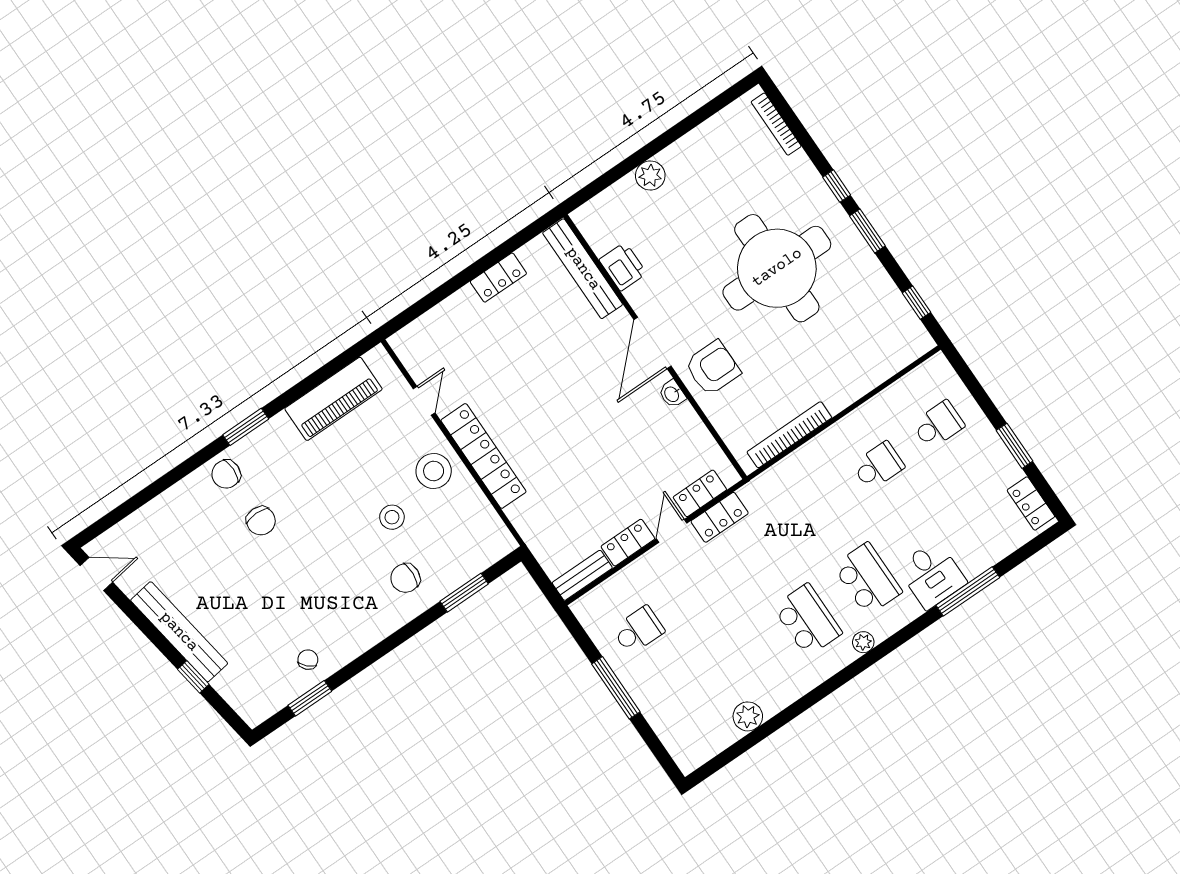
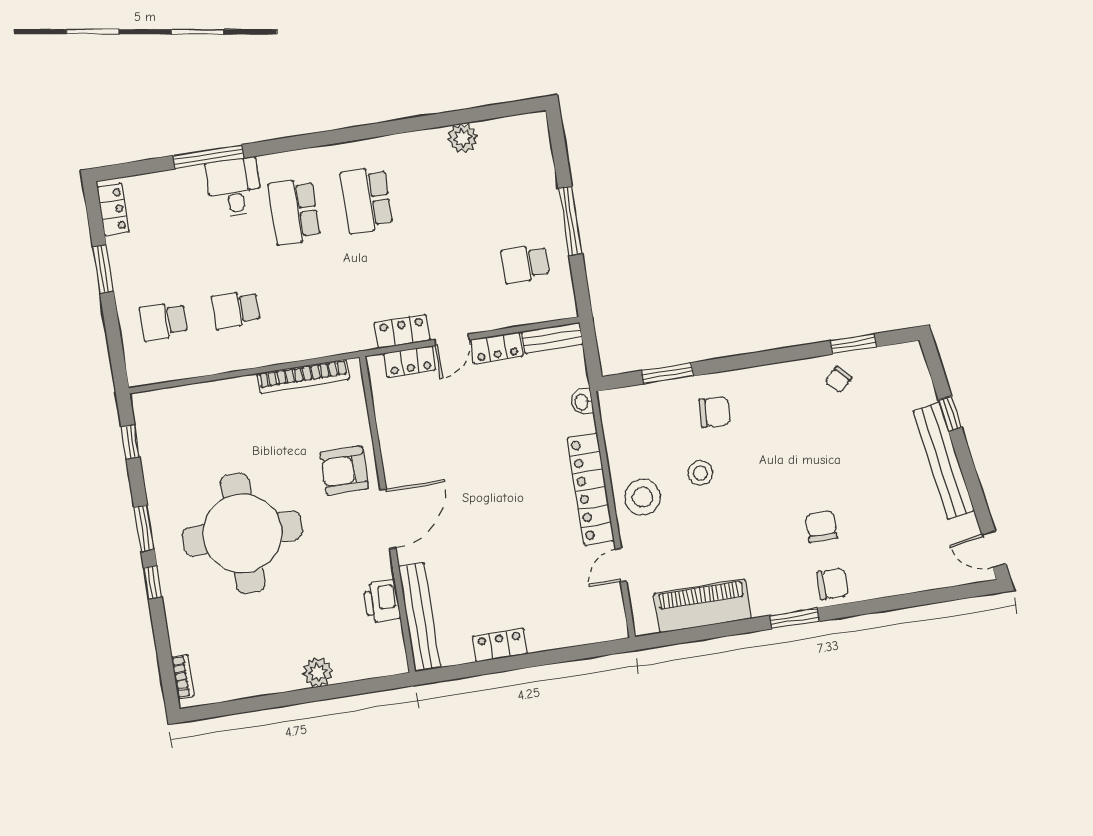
bookcase: (776, 124) -> (183, 677), width x0.64
washbasin: (672, 394) -> (582, 402), moved, turned 180
plant: (863, 642) -> (325, 156), removed

